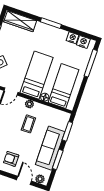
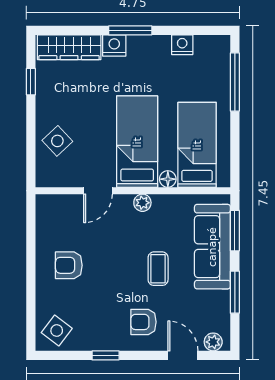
nightstand: (83, 42) -> (114, 46), moved
coffee table: (28, 124) -> (158, 269), moved
sofa: (50, 148) -> (212, 247), moved

